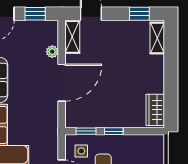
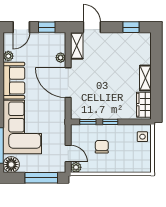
shelving: (157, 38) -> (145, 78), moved
door: (62, 83) -> (68, 83), swing flipped
side table: (81, 151) -> (142, 137), moved

